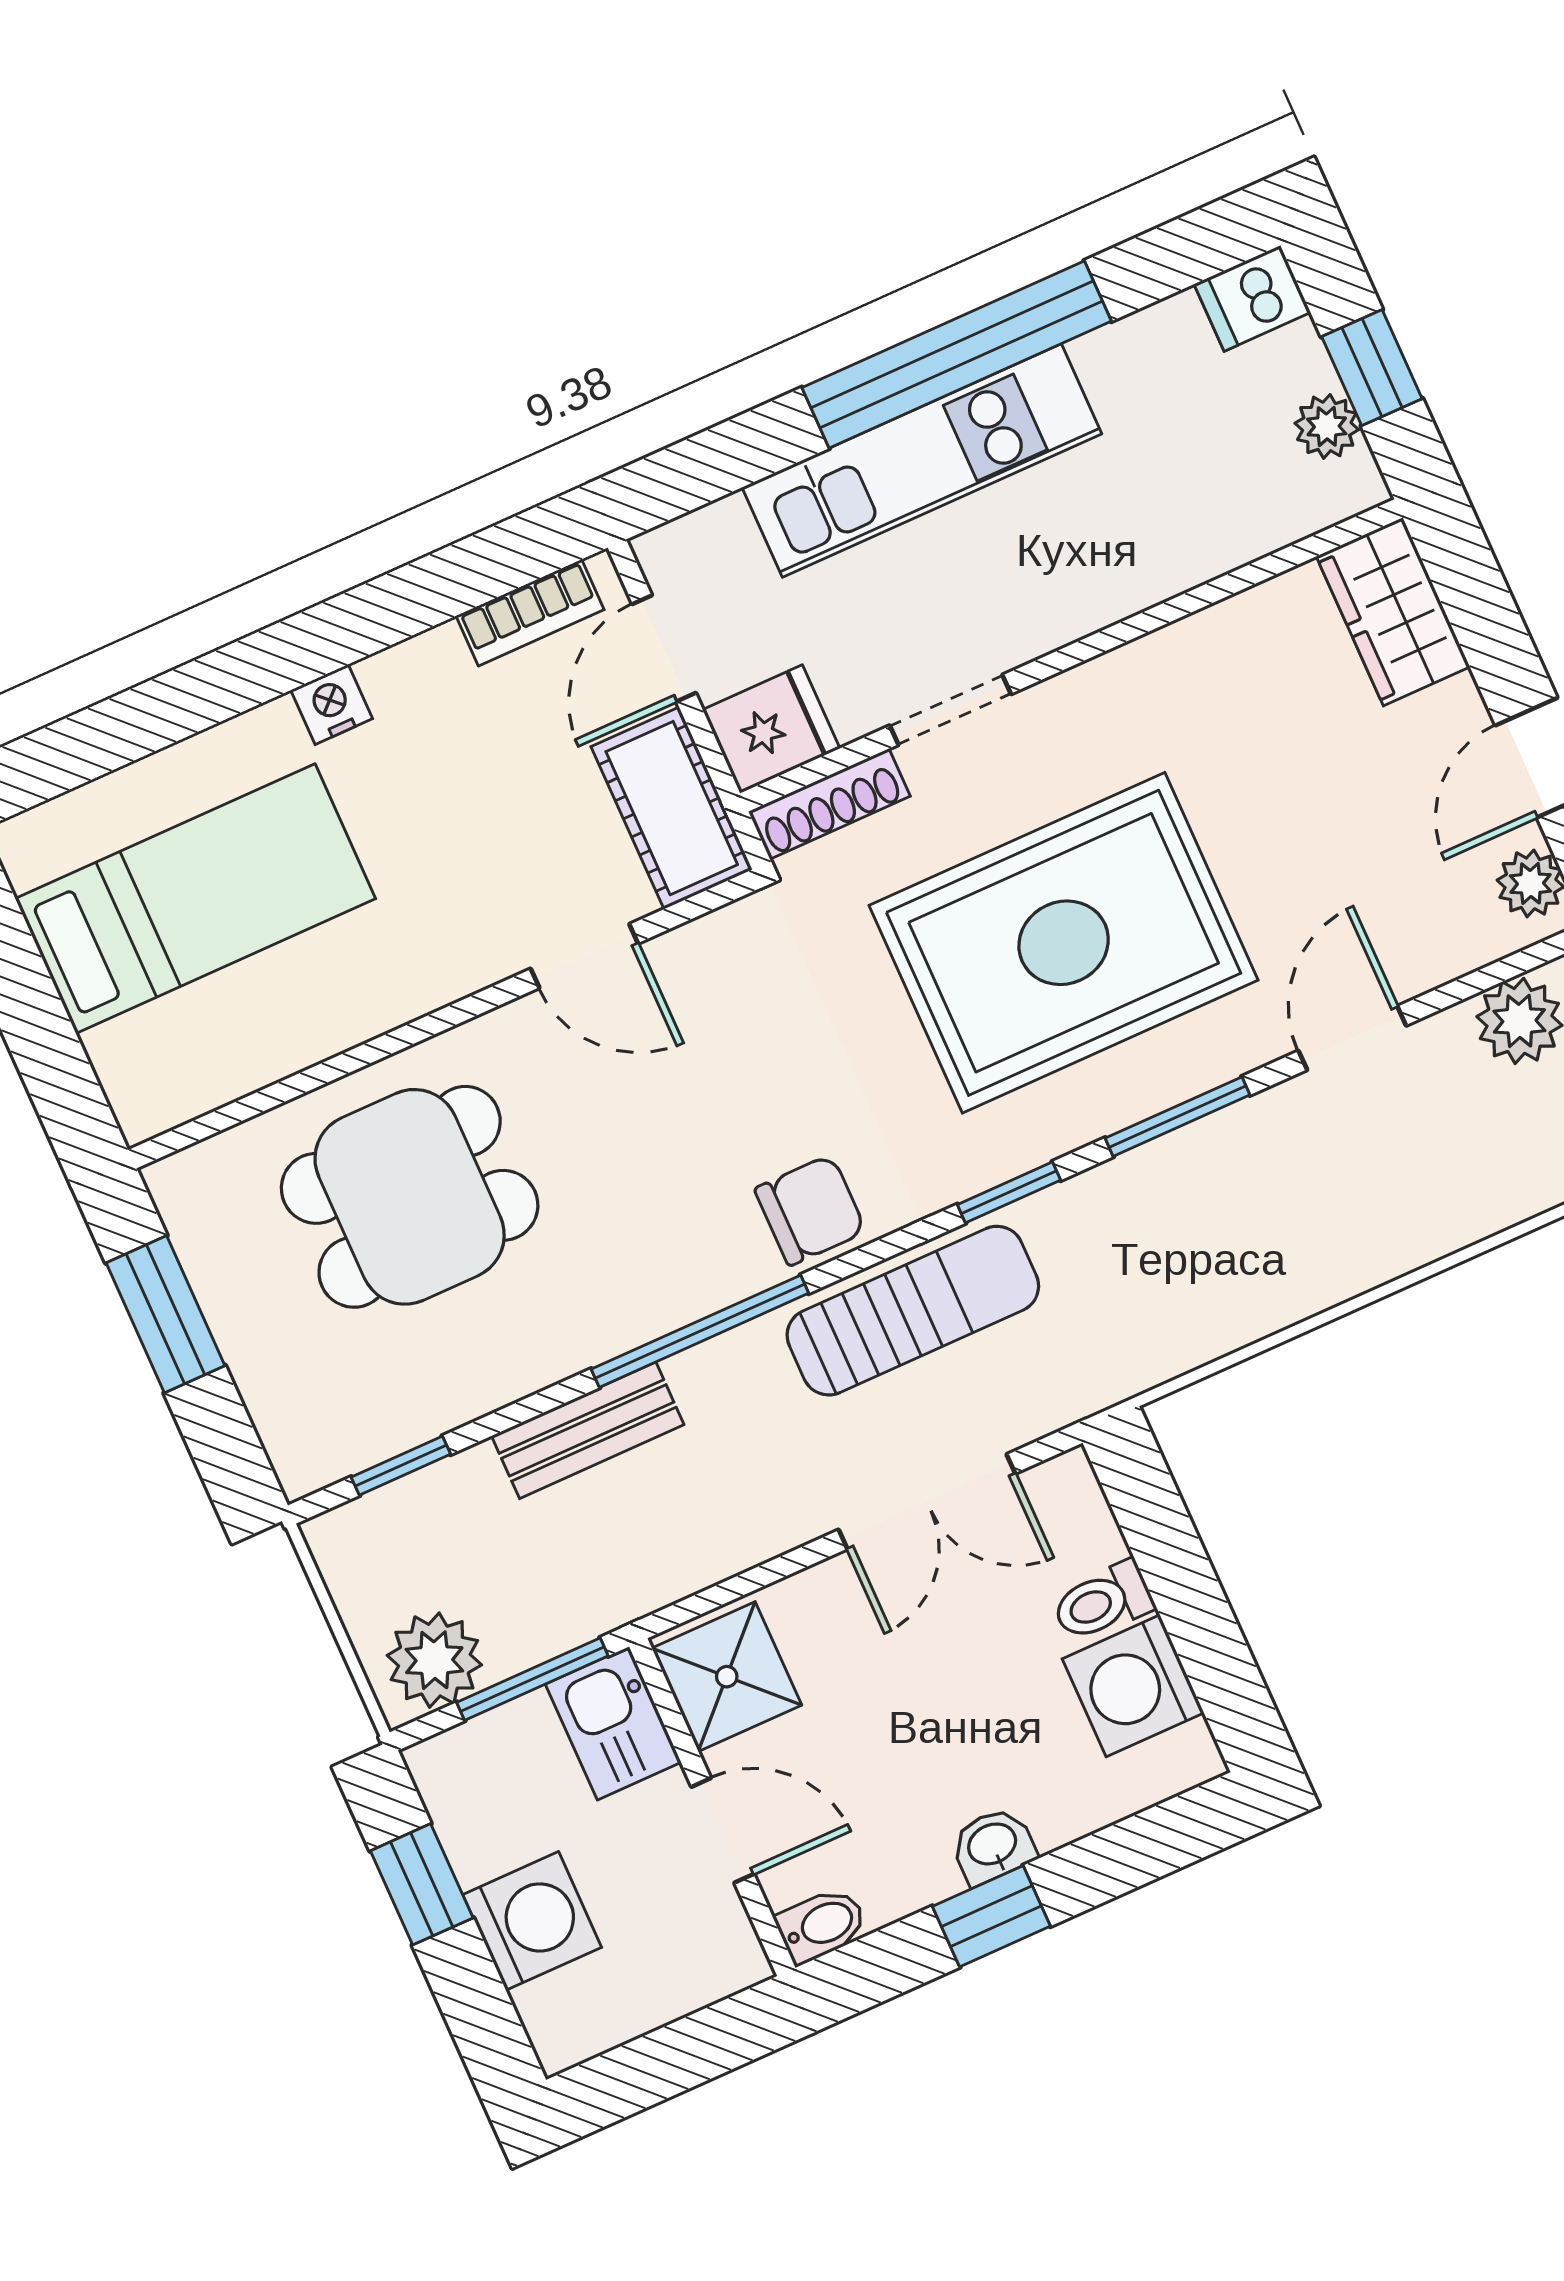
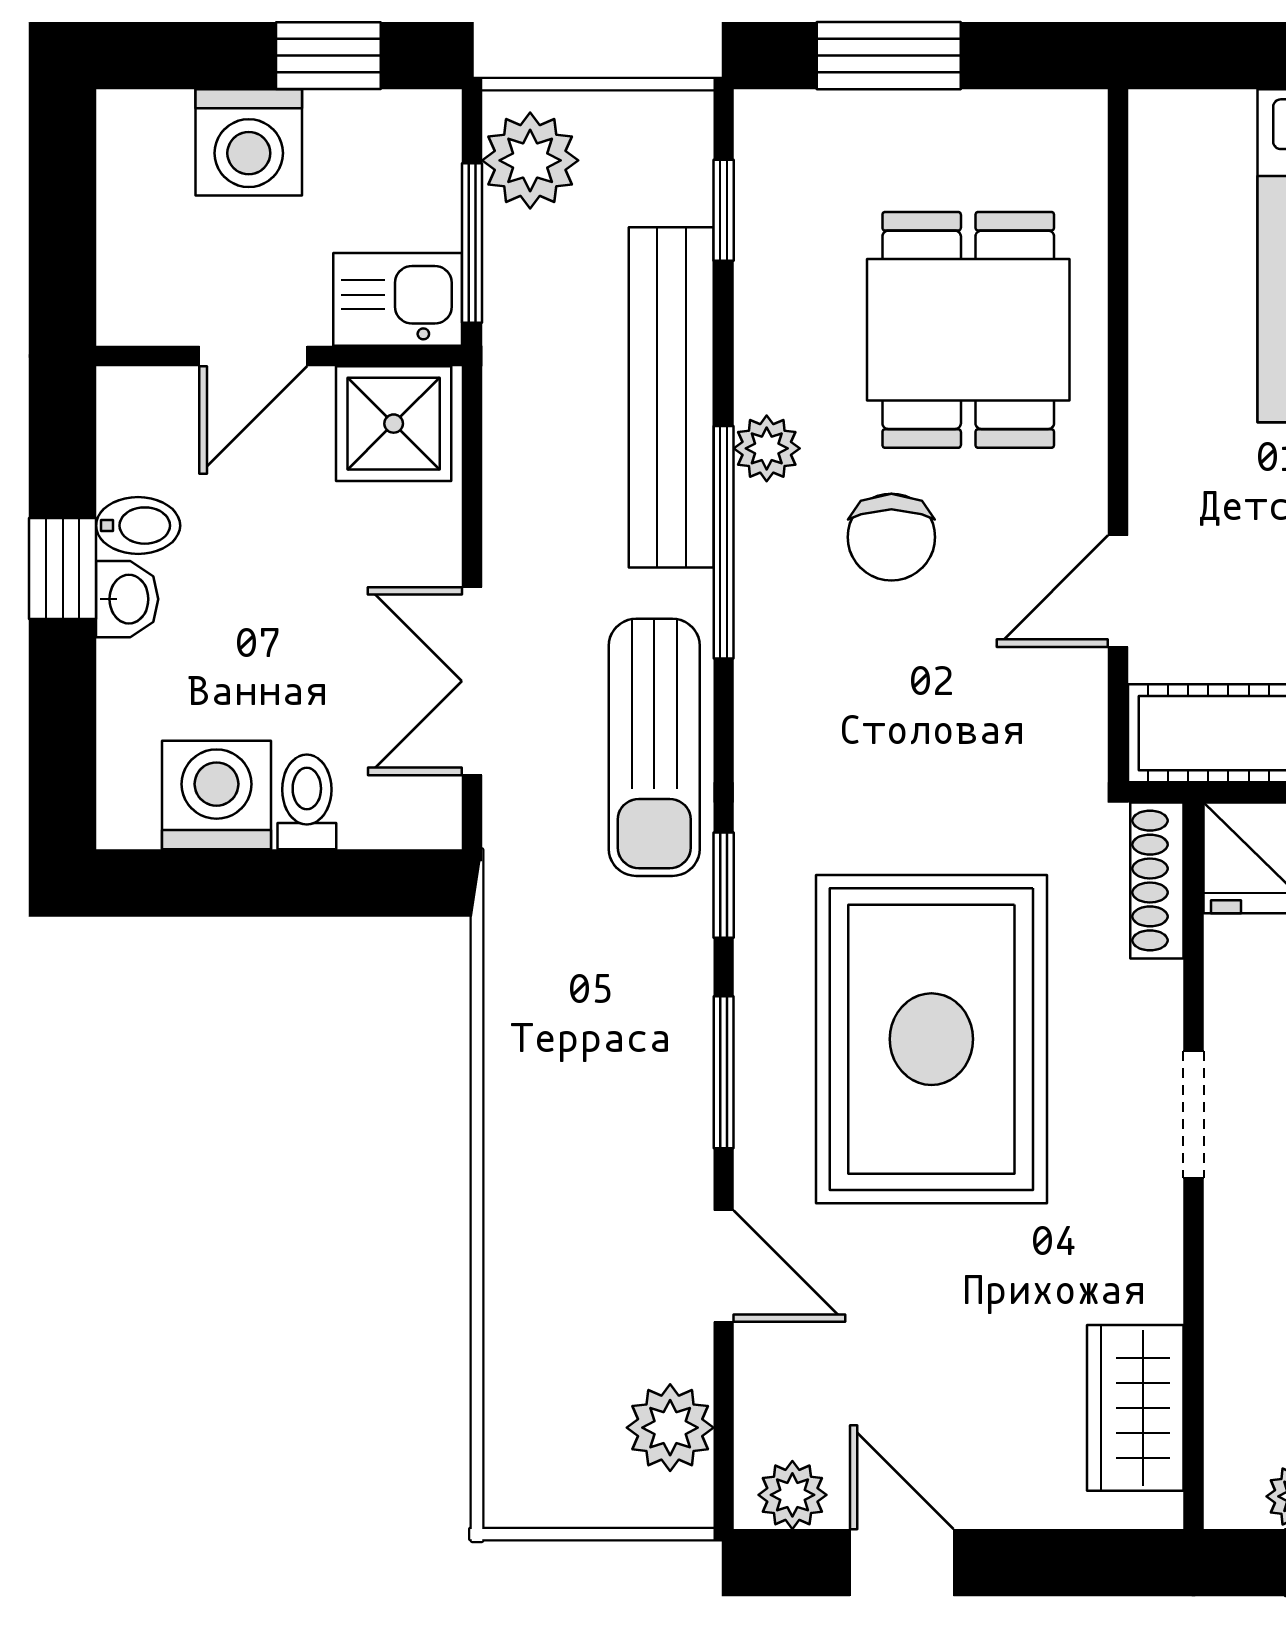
wardrobe: (1393, 612) -> (1135, 1408), moved, turned -90
doorway: (950, 710) -> (1194, 1115), moved
chair: (810, 1210) -> (891, 537), moved
window: (165, 1314) -> (889, 56), moved
plant: (598, 1330) -> (767, 448), added
bench: (588, 1430) -> (671, 397), width x1.86, depth x1.21
bidet: (822, 1925) -> (138, 526), moved, turned -90

